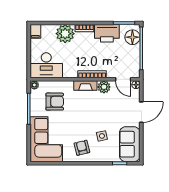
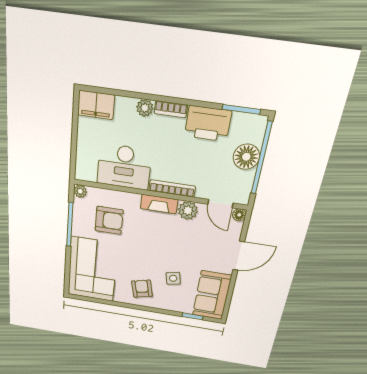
filing cabinet: (35, 31) -> (96, 105), width x2.00
plant: (65, 34) -> (145, 108), width x0.53, depth x0.53
floor lamp: (132, 37) -> (246, 157), moved
desk: (46, 65) -> (124, 167), moved

